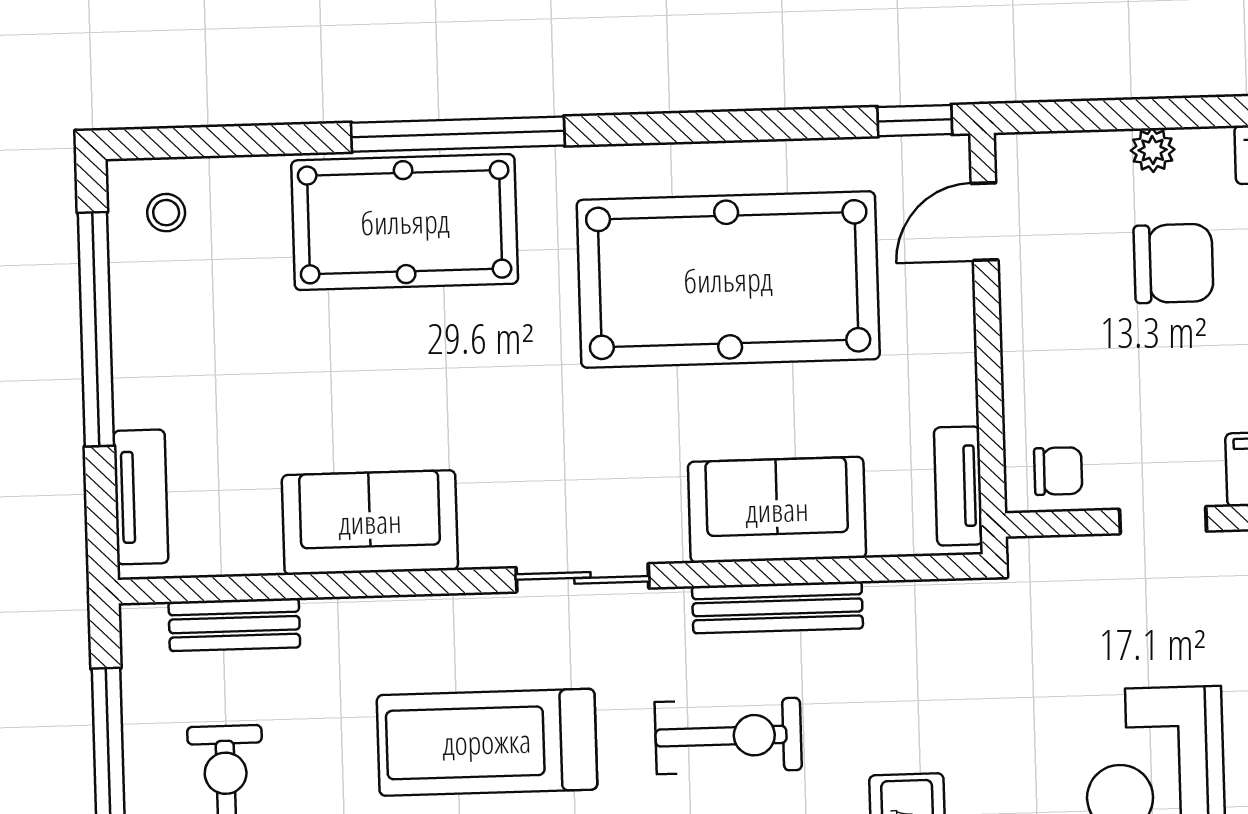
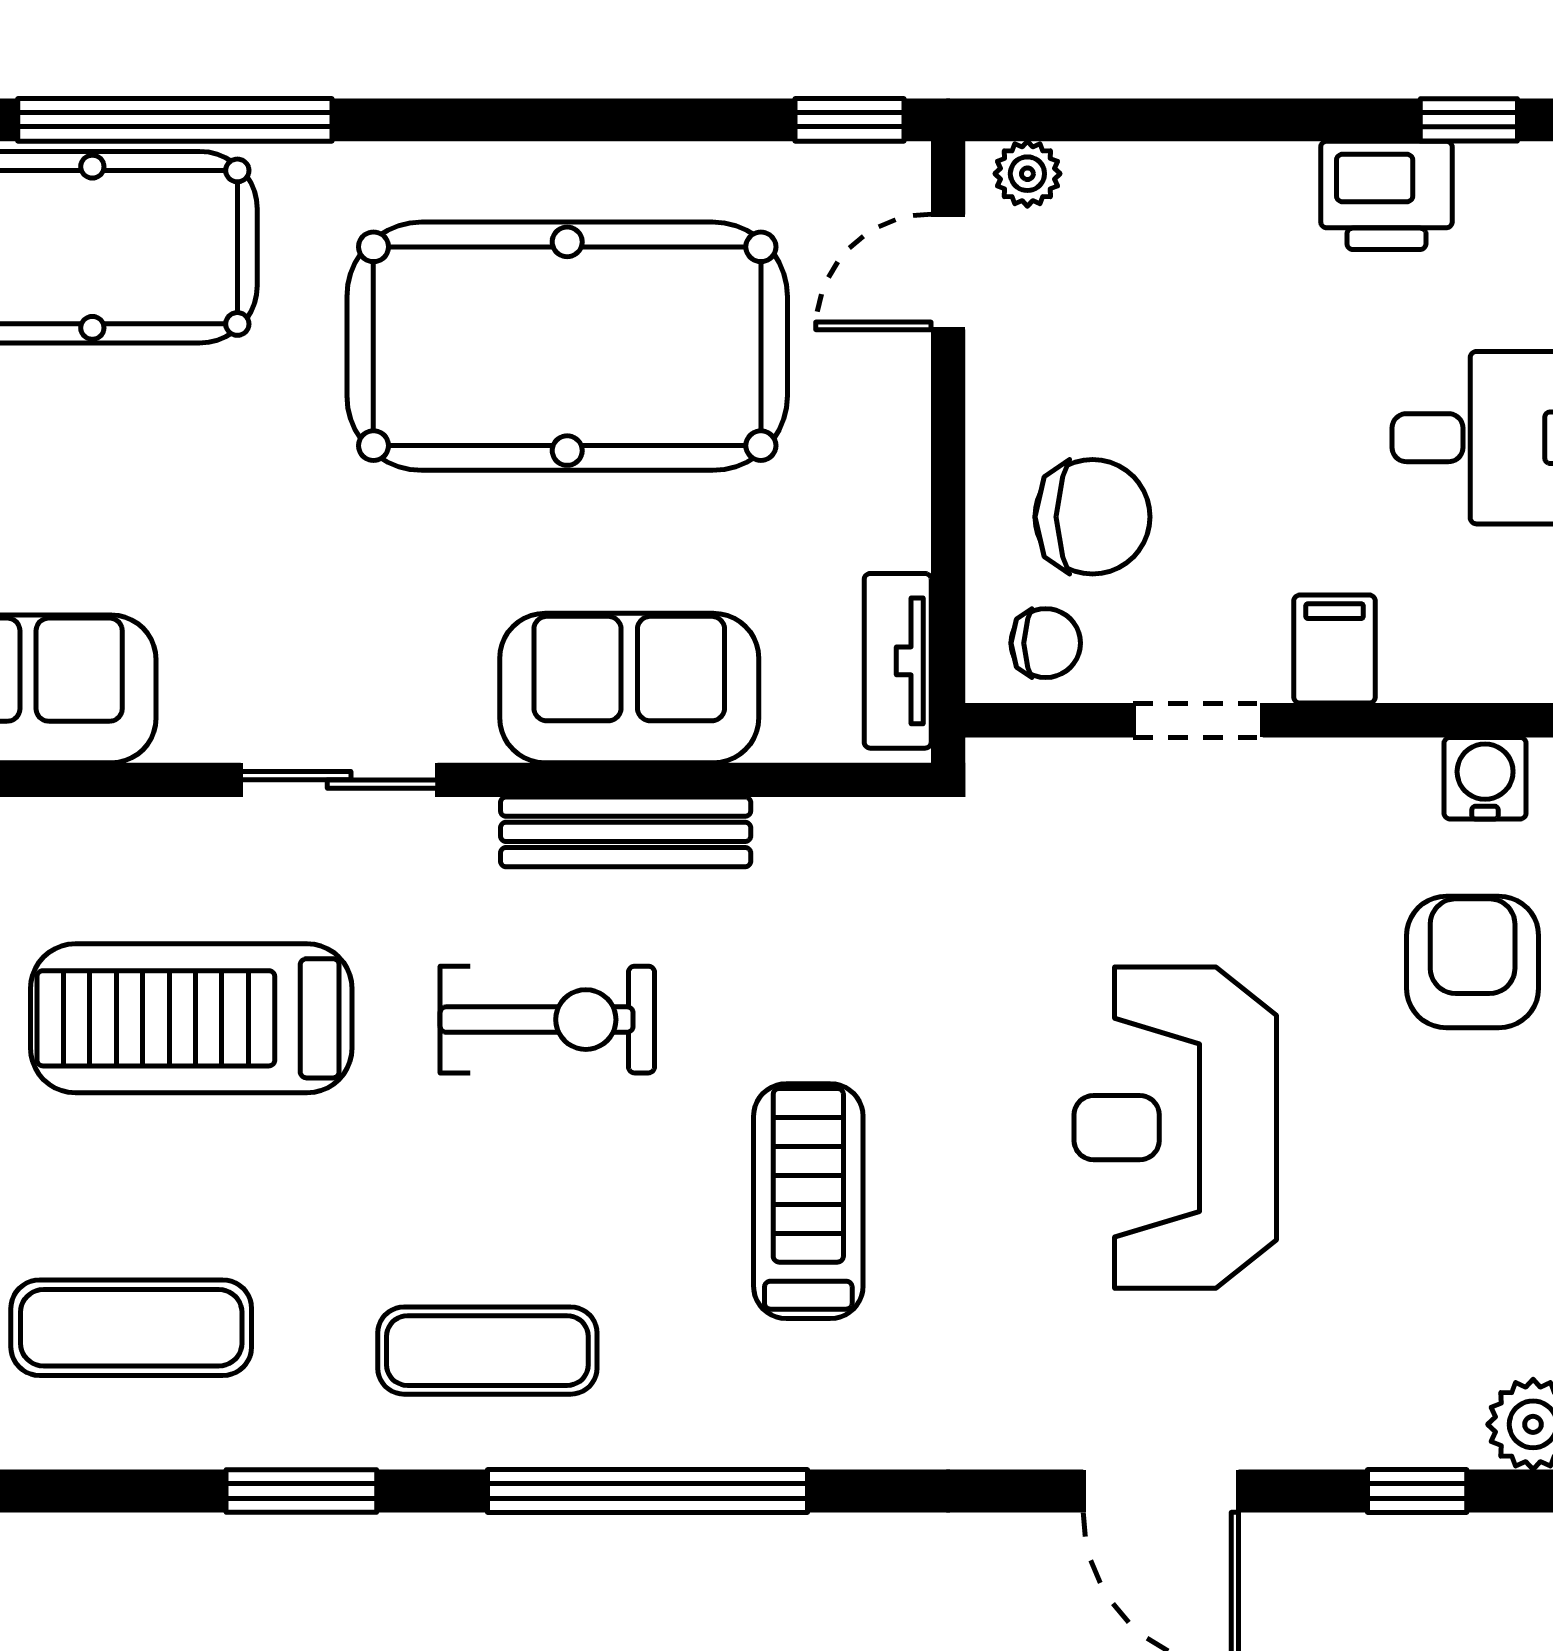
plant: (1153, 150) -> (1027, 174), moved
chair: (1174, 263) -> (1093, 517), moved

